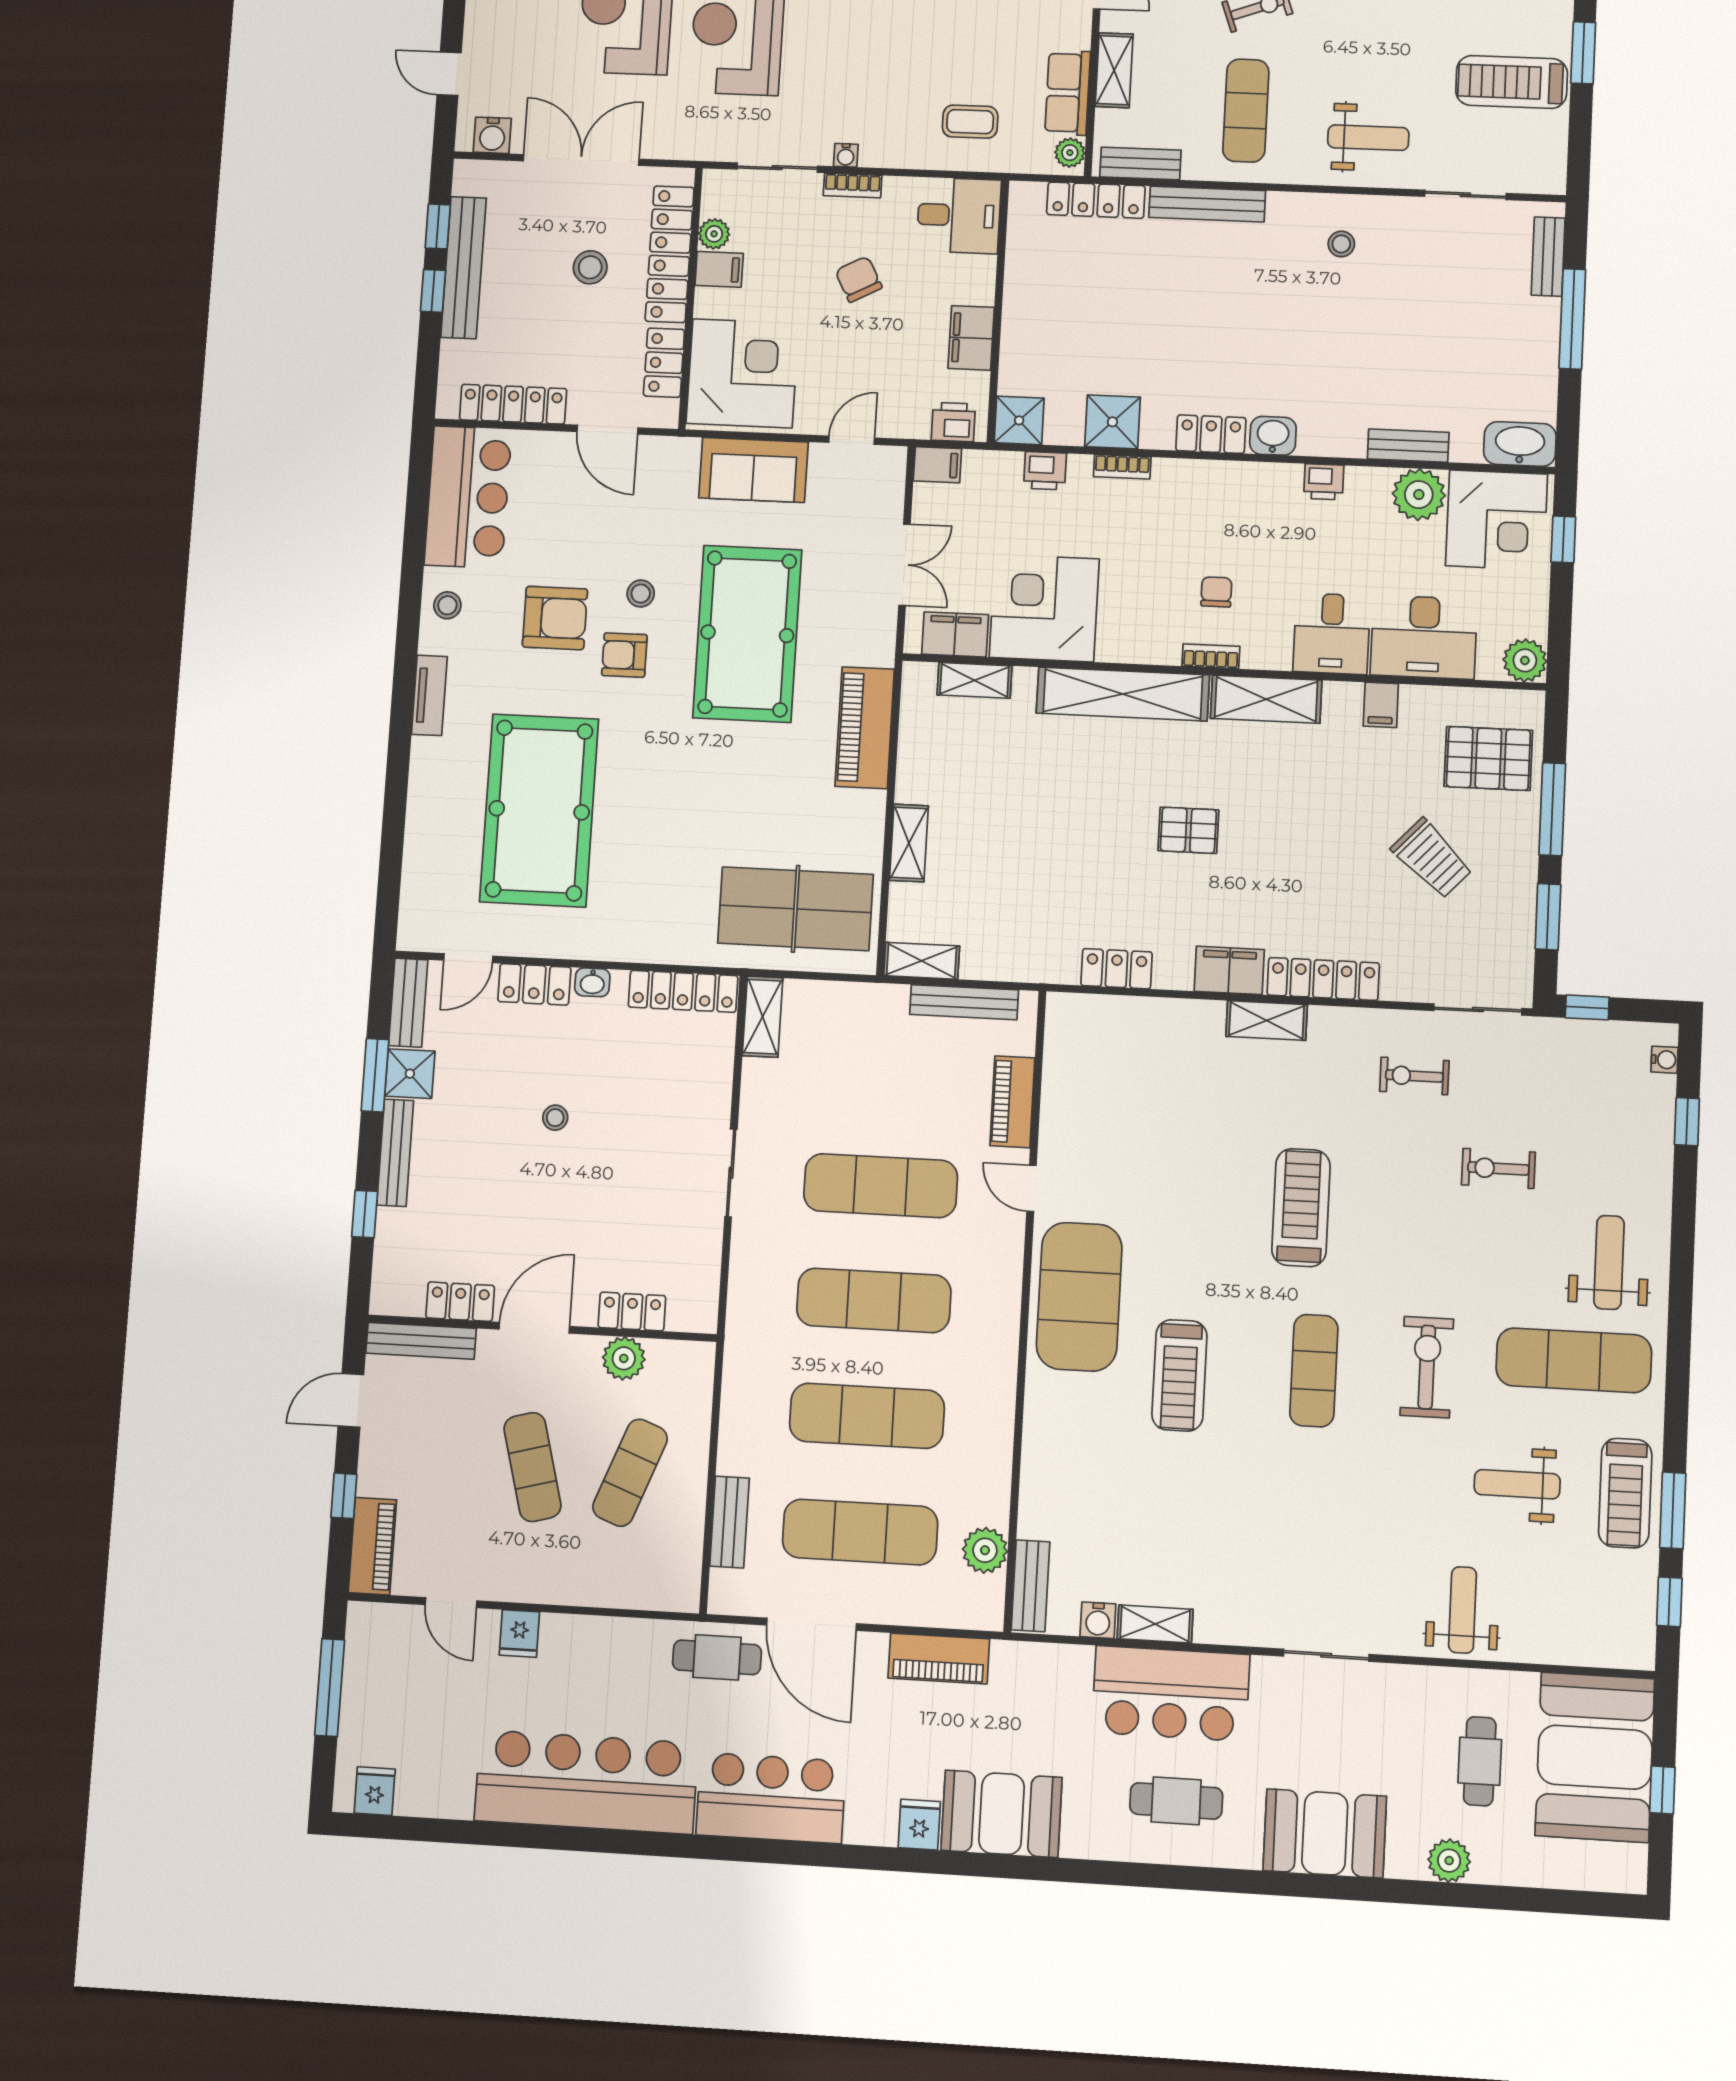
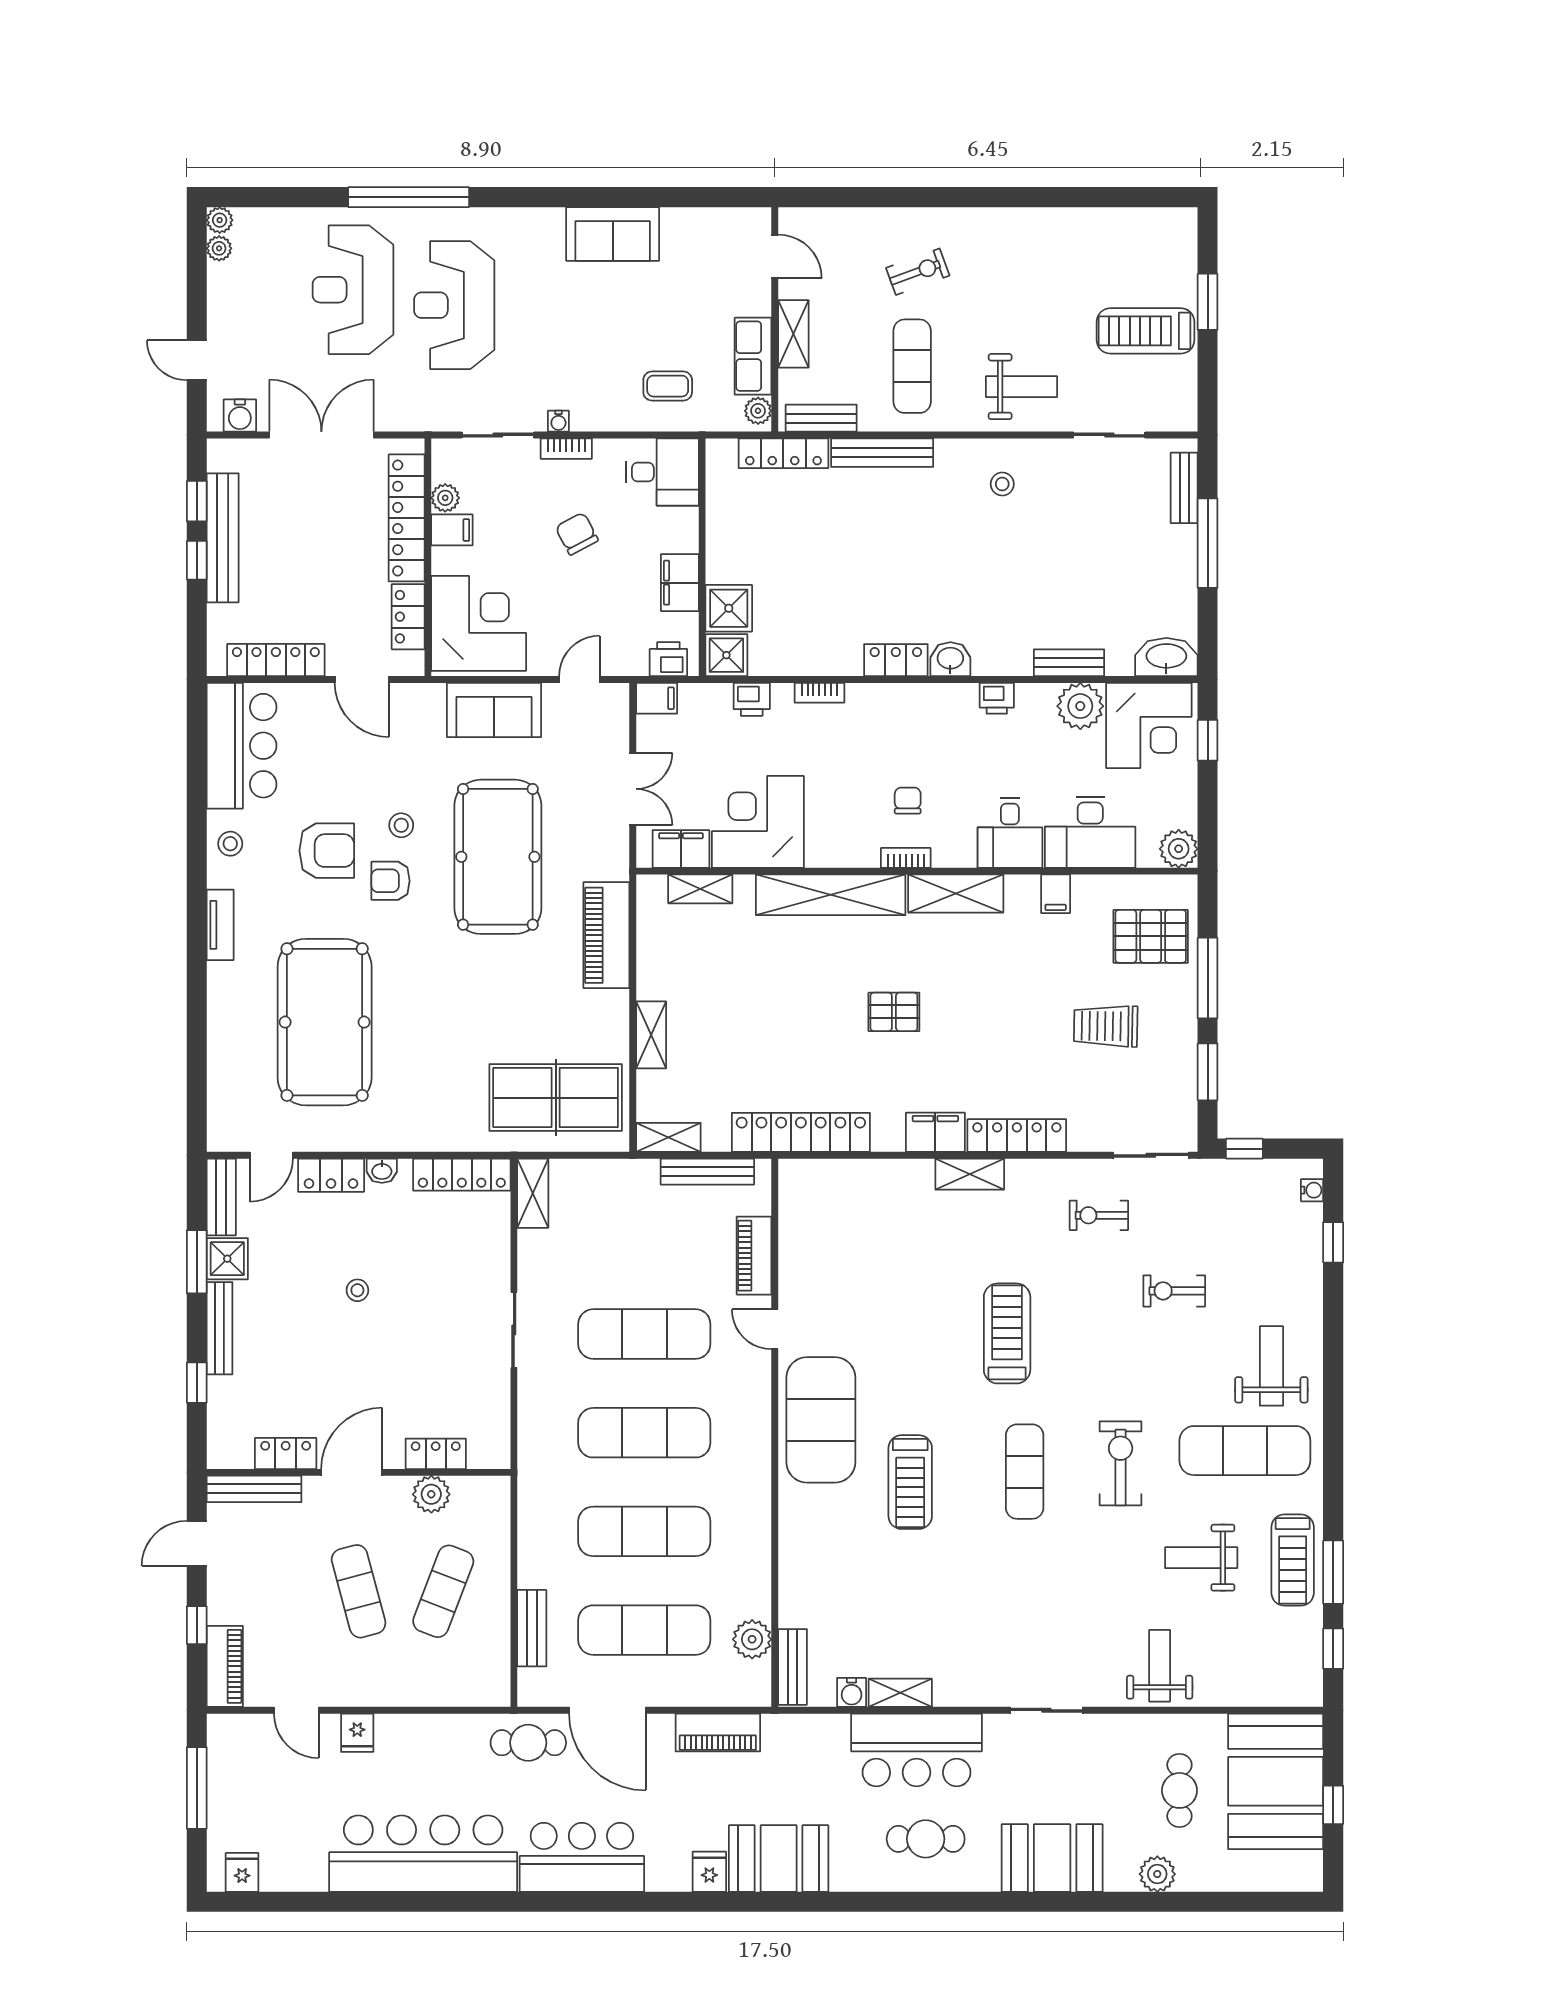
stool: (590, 267) -> (336, 533), removed
shower: (1112, 422) -> (729, 608), moved
trolley: (1432, 858) -> (1106, 1026), turned 138
locker: (1117, 969) -> (801, 1132), width x2.16, depth x1.21

